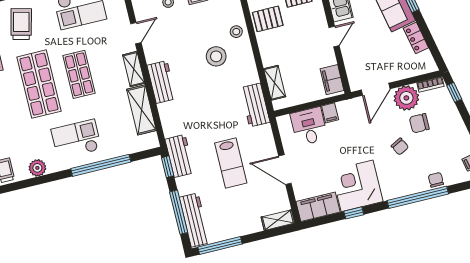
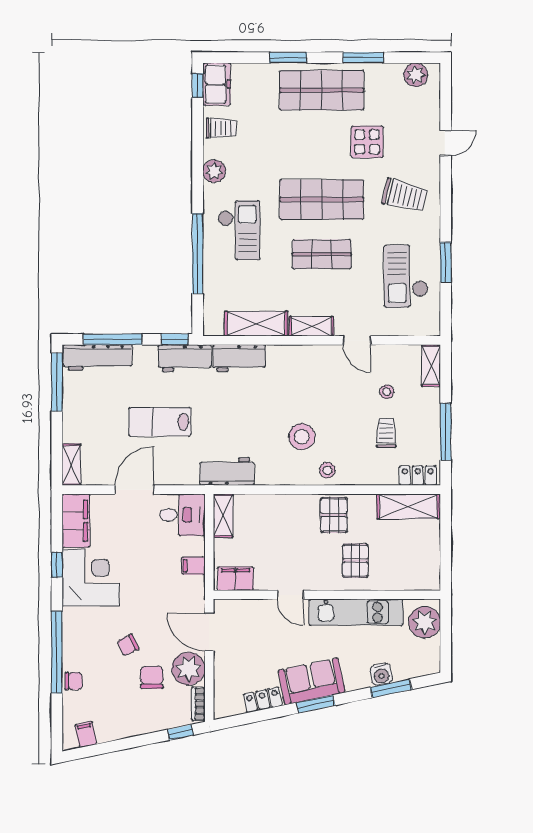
workbench: (162, 82) -> (239, 358), moved
shelving: (275, 83) -> (223, 516), moved, turned 90
desk: (309, 126) -> (182, 515), moved

